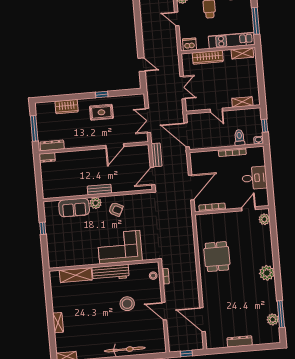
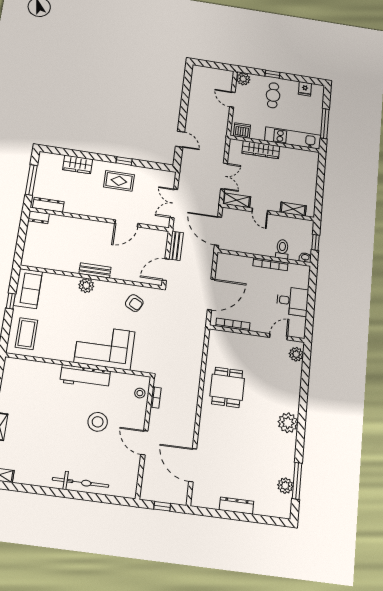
shelving: (242, 53) -> (237, 200), moved
sofa: (74, 208) -> (28, 289), moved, turned -90
armchair: (116, 209) -> (134, 303), moved
coffee table: (60, 250) -> (26, 334), added
shelving: (76, 275) -> (39, 370), removed

